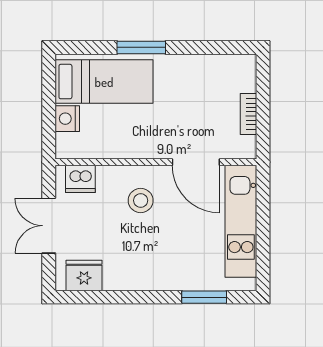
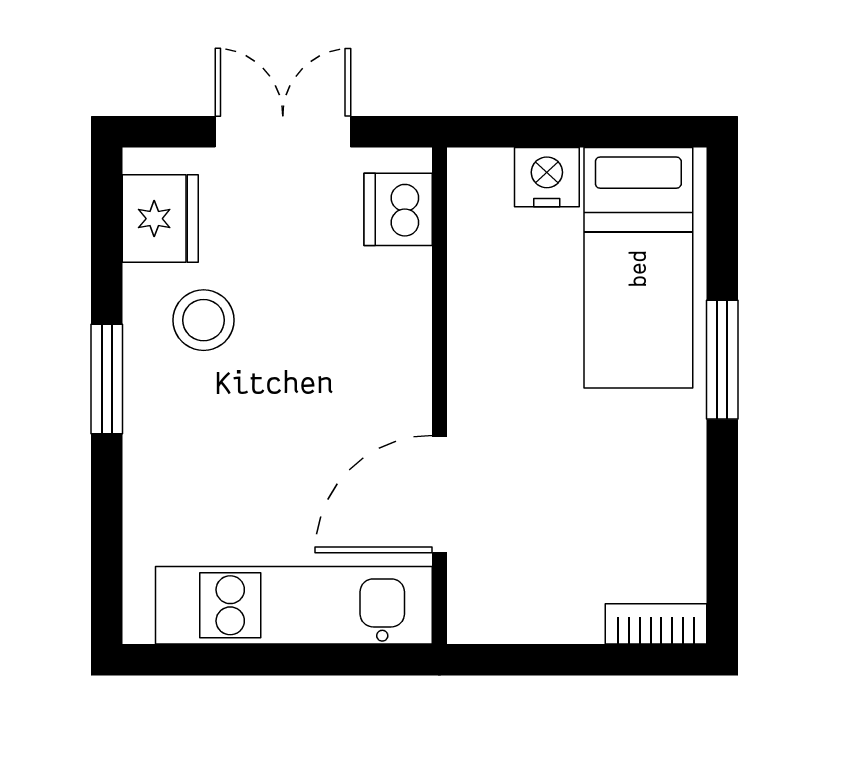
bookcase: (248, 114) -> (656, 624), moved
stool: (141, 200) -> (204, 320), moved
window: (204, 297) -> (107, 379), moved

